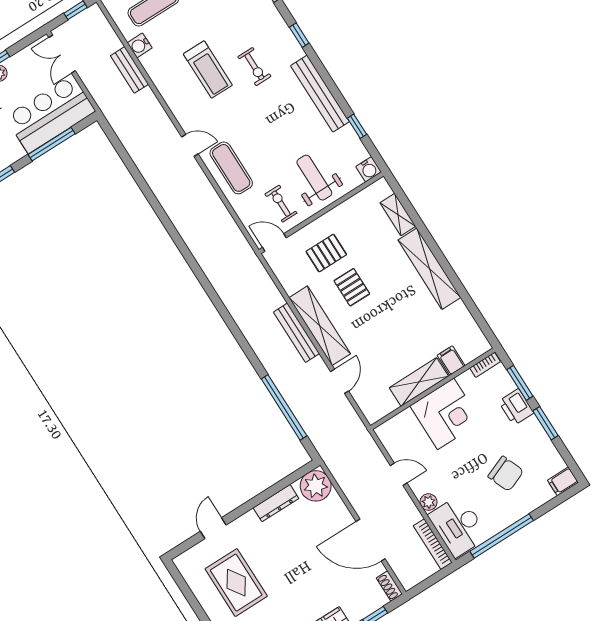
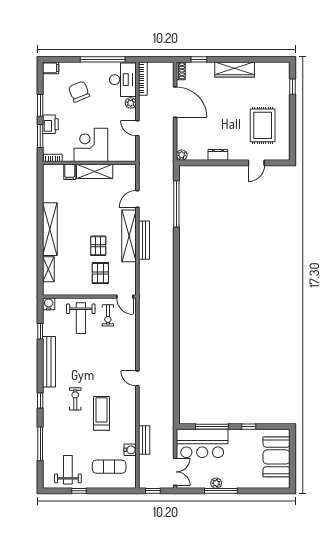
exercise mat: (231, 168) -> (123, 352), removed
pallet: (326, 253) -> (100, 273), turned 90
plant: (316, 486) -> (182, 155), width x0.53, depth x0.53
dresser: (276, 503) -> (218, 155), width x0.70

